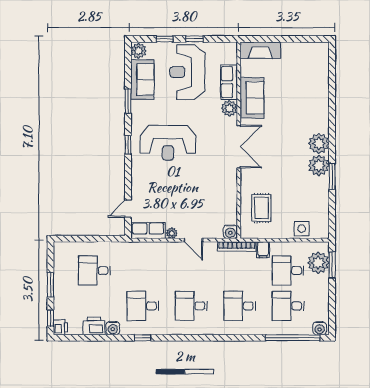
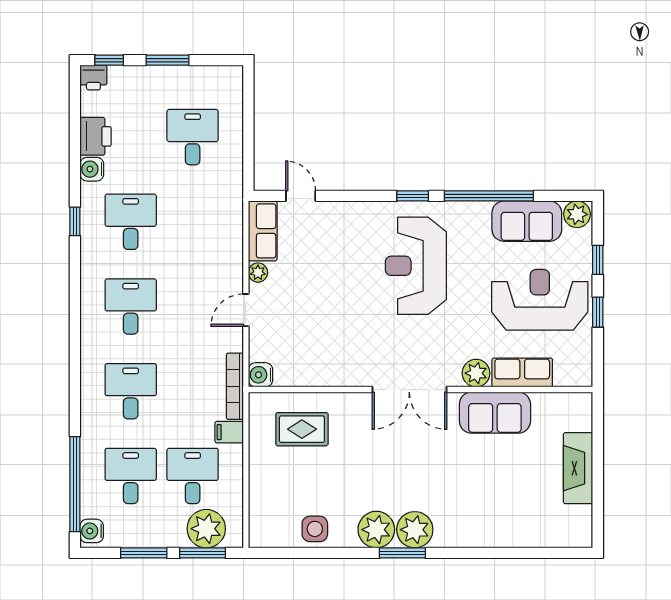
fireplace: (260, 50) -> (578, 468), moved
window: (128, 101) -> (489, 196), width x2.11
window: (332, 177) -> (402, 553), moved
side table: (302, 229) -> (315, 529), moved
window: (332, 298) -> (144, 553), added

